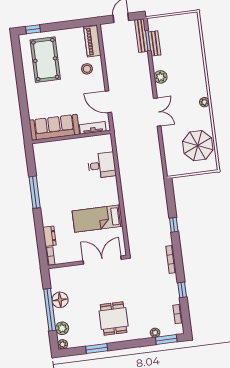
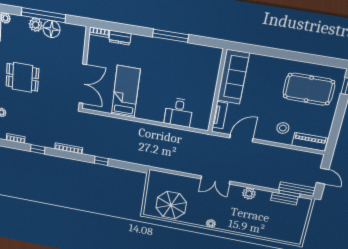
plant: (62, 328) -> (36, 25), moved

